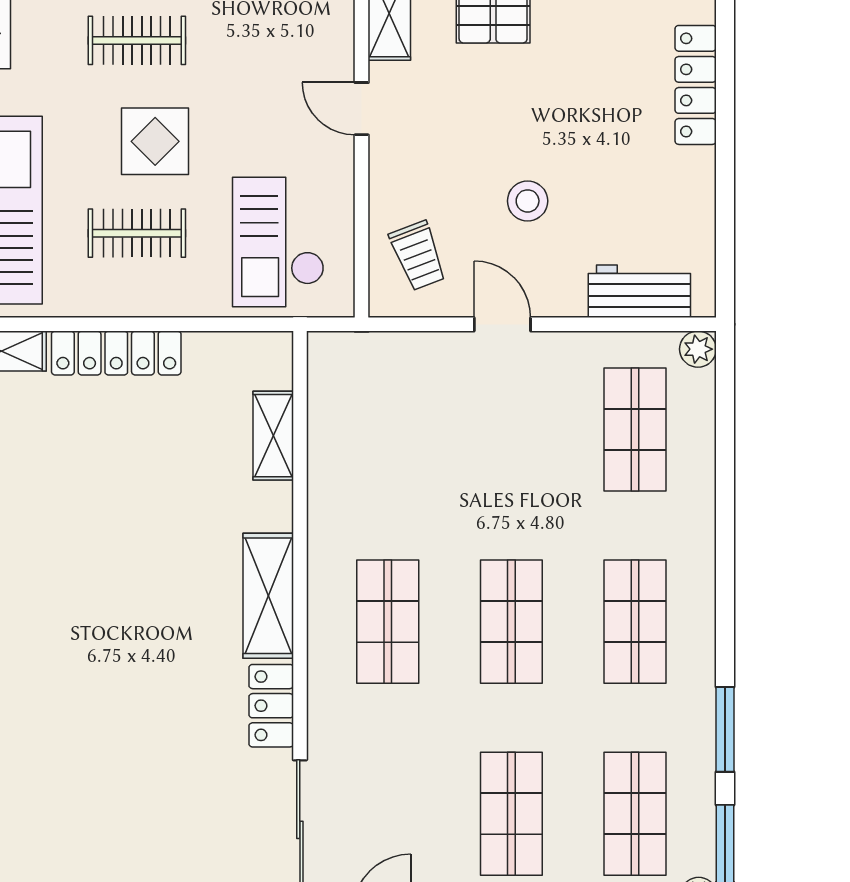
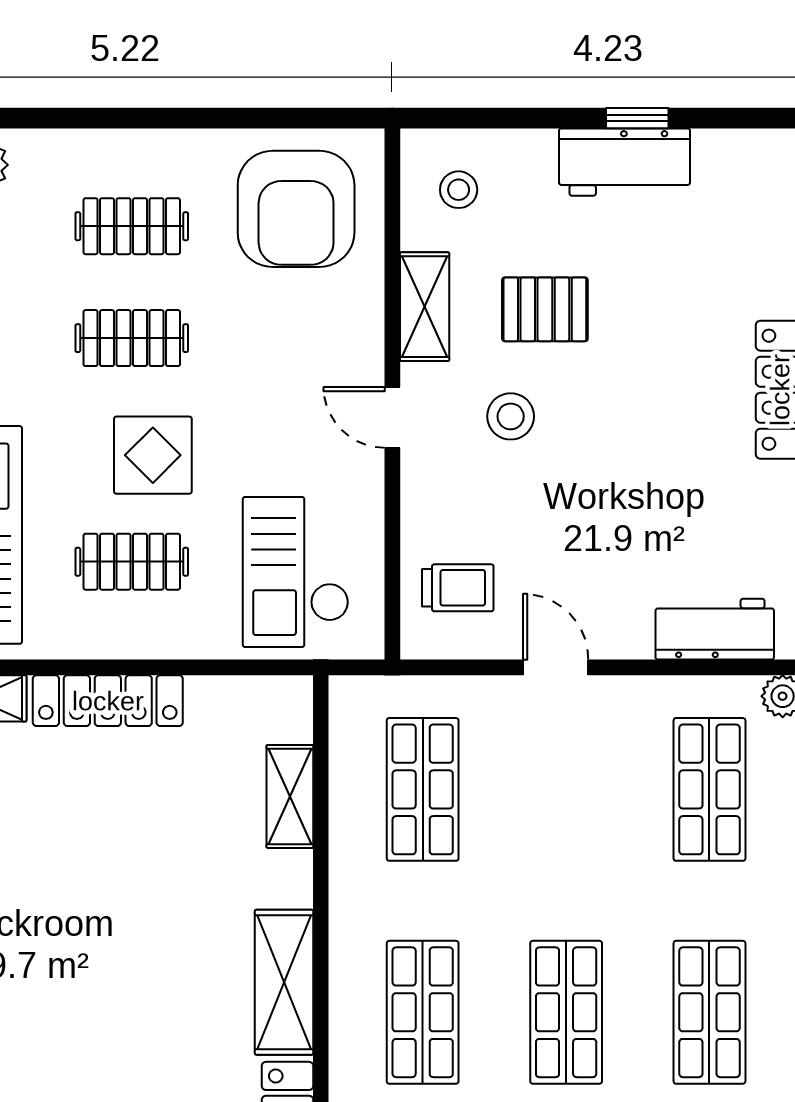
stool: (528, 201) -> (511, 416), moved
trolley: (418, 256) -> (458, 588), turned -69
shop shelf: (388, 430) -> (423, 789), added

